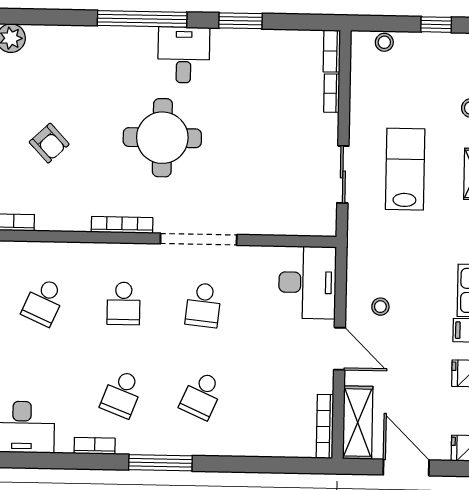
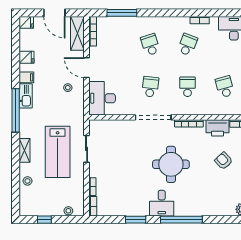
lab bench: (405, 169) -> (58, 152), width x1.36, depth x1.39
printer: (61, 214) -> (217, 128), added
school desk: (44, 302) -> (225, 87), turned -39
school desk: (202, 395) -> (150, 45), turned -42
window: (160, 463) -> (122, 13), moved

